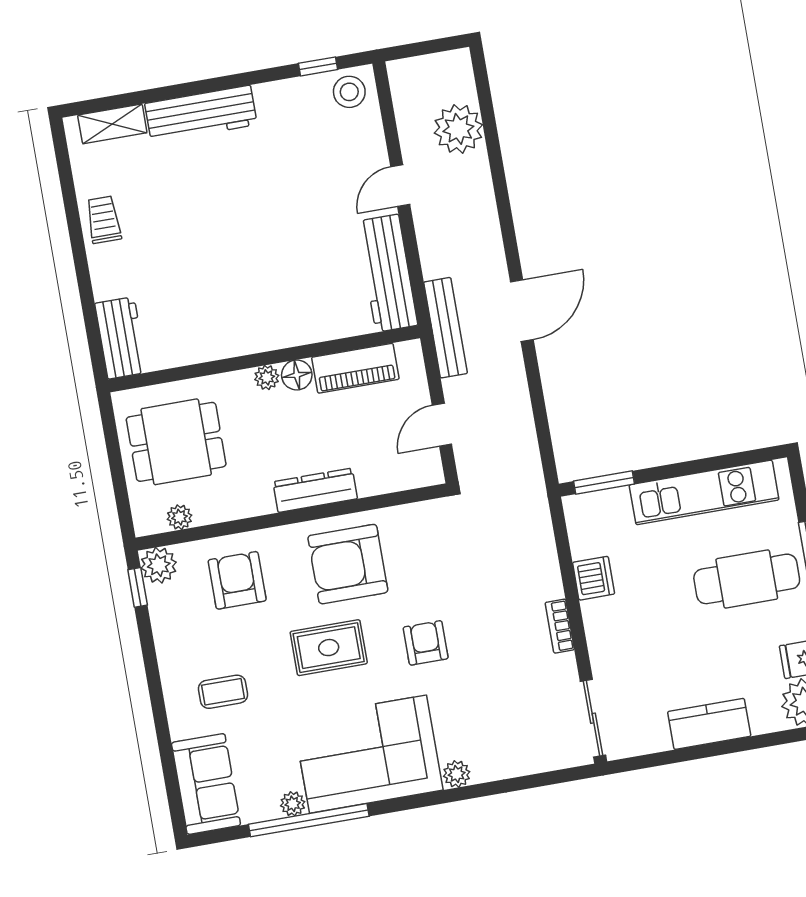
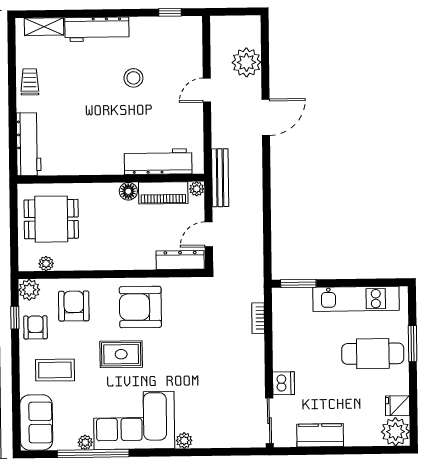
stool: (349, 92) -> (133, 78), moved
workbench: (387, 273) -> (158, 162), moved, turned 90
door: (522, 311) -> (266, 117), moved
workbench: (121, 338) -> (29, 144), width x1.38
plant: (267, 377) -> (197, 189), moved
dresser: (315, 490) -> (180, 260), moved
dishwasher: (594, 578) -> (284, 383), moved
window: (138, 587) -> (15, 318), moved
bookcase: (560, 626) -> (258, 318), moved
armchair: (426, 643) -> (36, 327), moved
coffee table: (223, 692) -> (55, 370), width x1.36, depth x1.30
kitchen counter: (709, 724) -> (320, 435), moved

